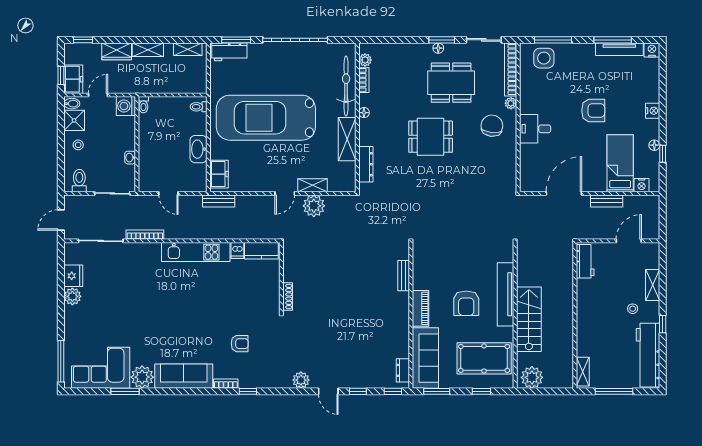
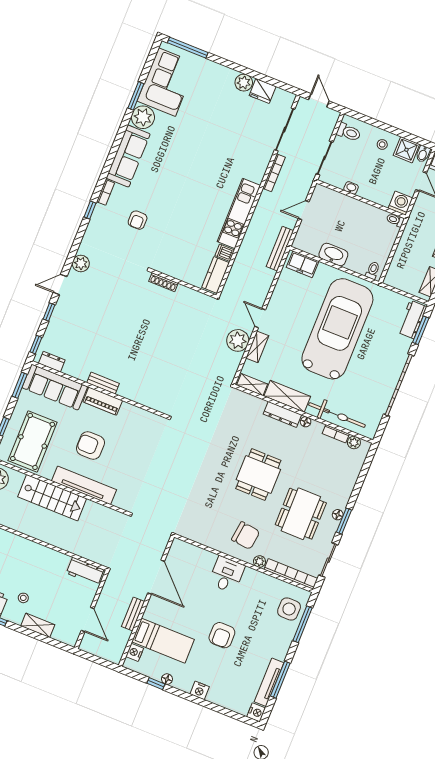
dresser: (366, 164) -> (282, 414), moved
shelving: (349, 176) -> (252, 385), added
bench: (219, 201) -> (280, 249), width x1.36
bench: (404, 276) -> (103, 383), moved

